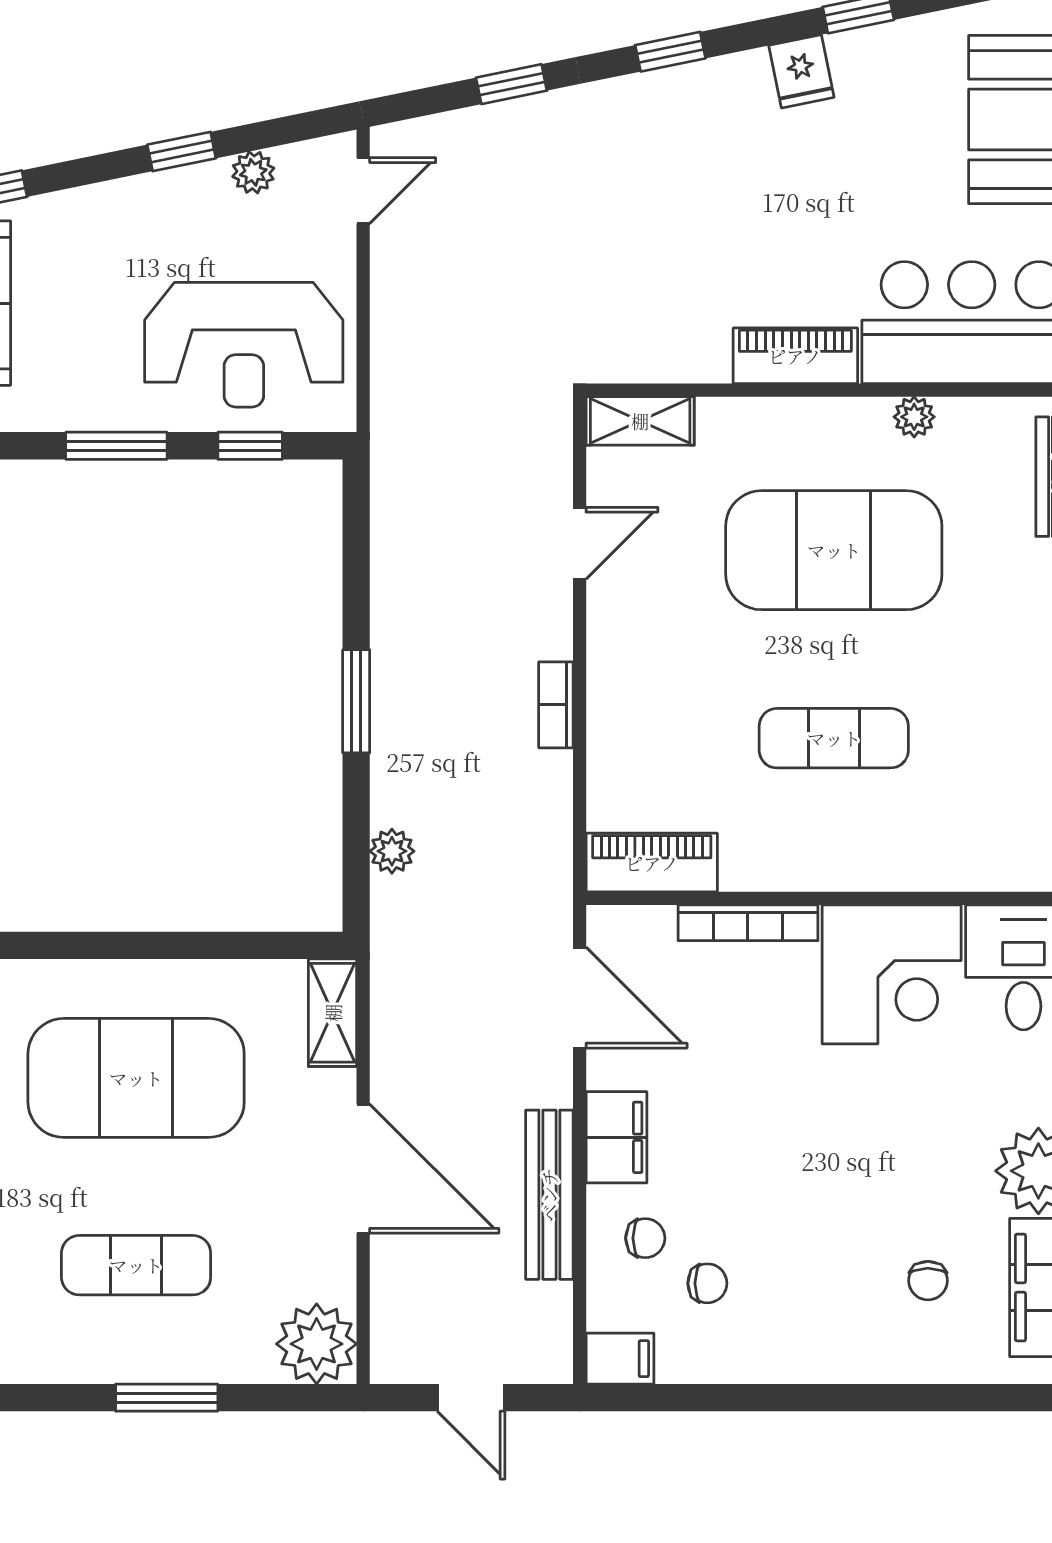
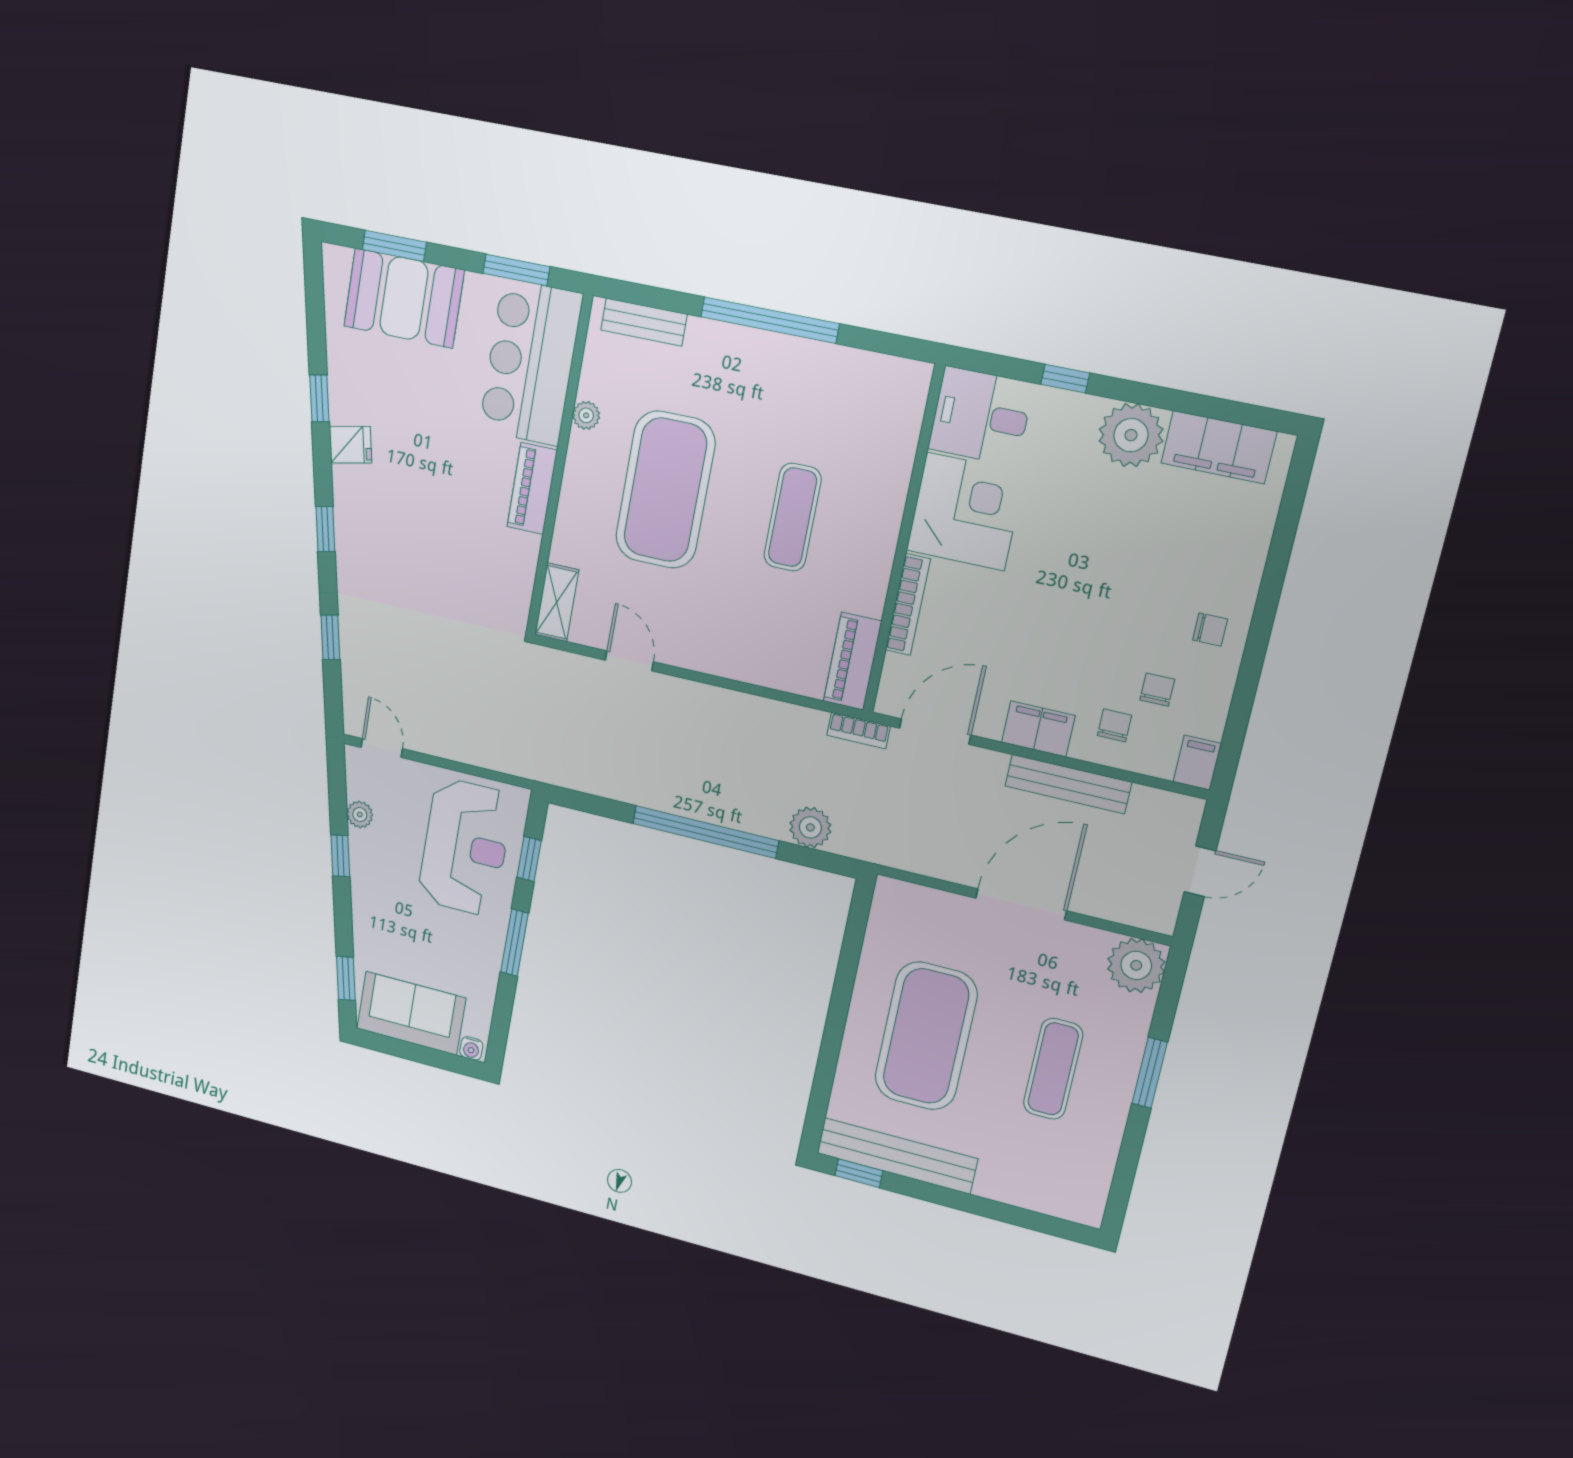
window: (356, 701) -> (706, 832), width x2.11
bookcase: (556, 705) -> (859, 731), moved
plant: (392, 851) -> (810, 827), width x1.38, depth x1.38
shelving: (333, 1013) -> (910, 898), removed
chair: (928, 1281) -> (1210, 629), moved

